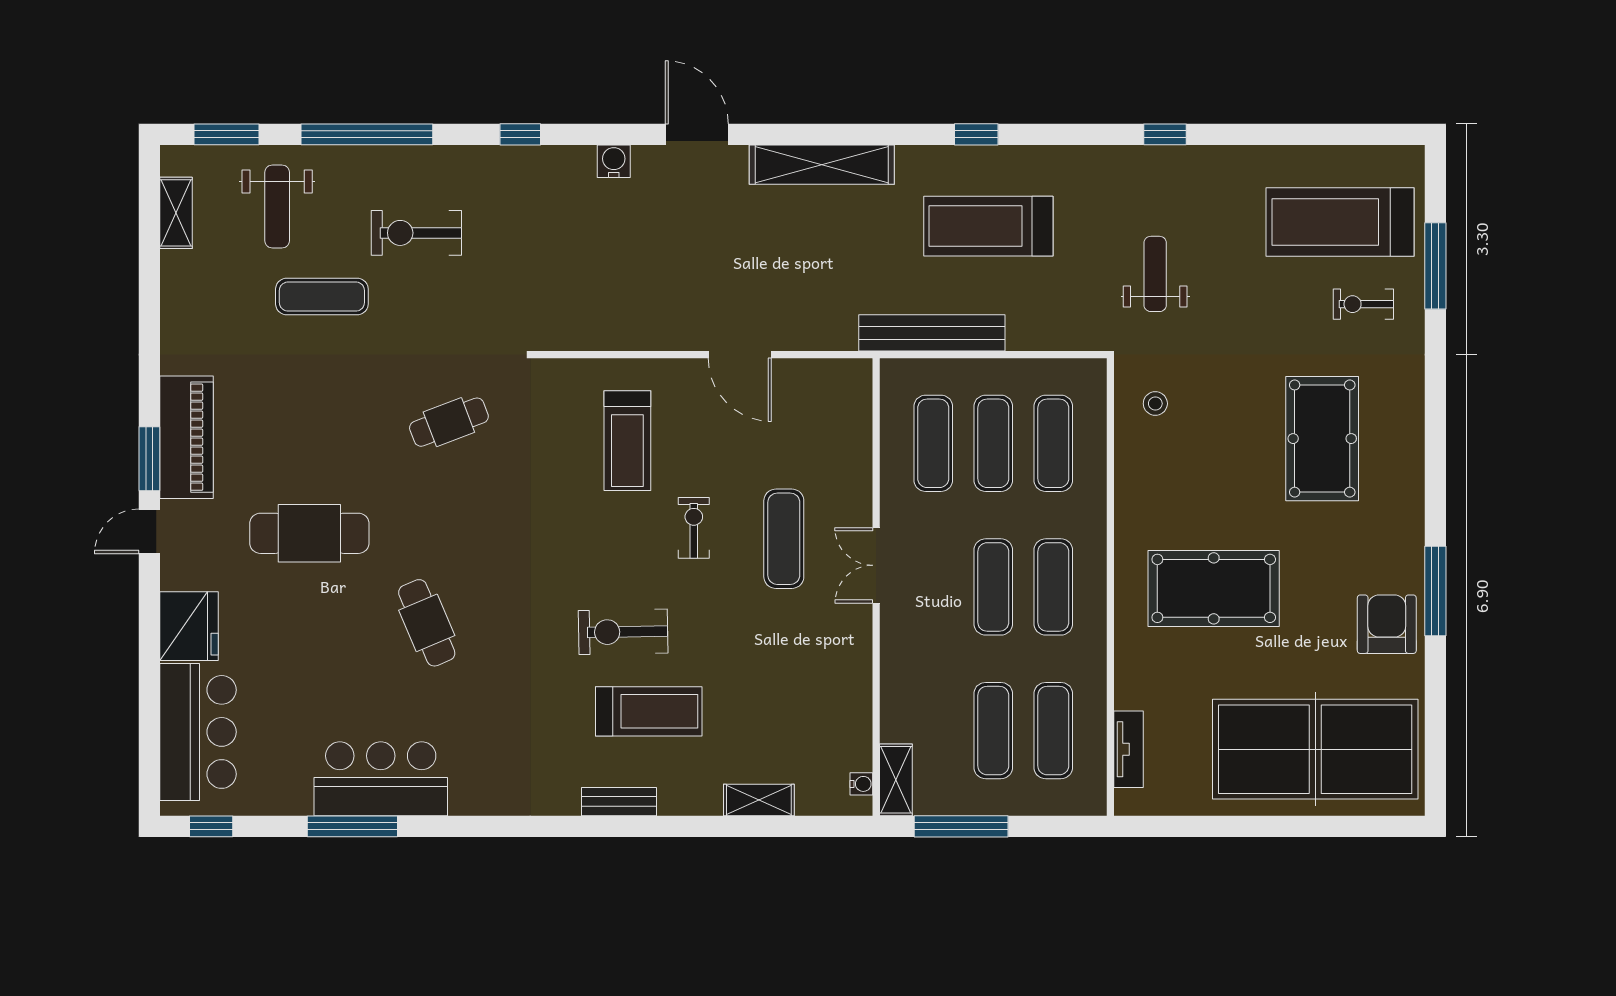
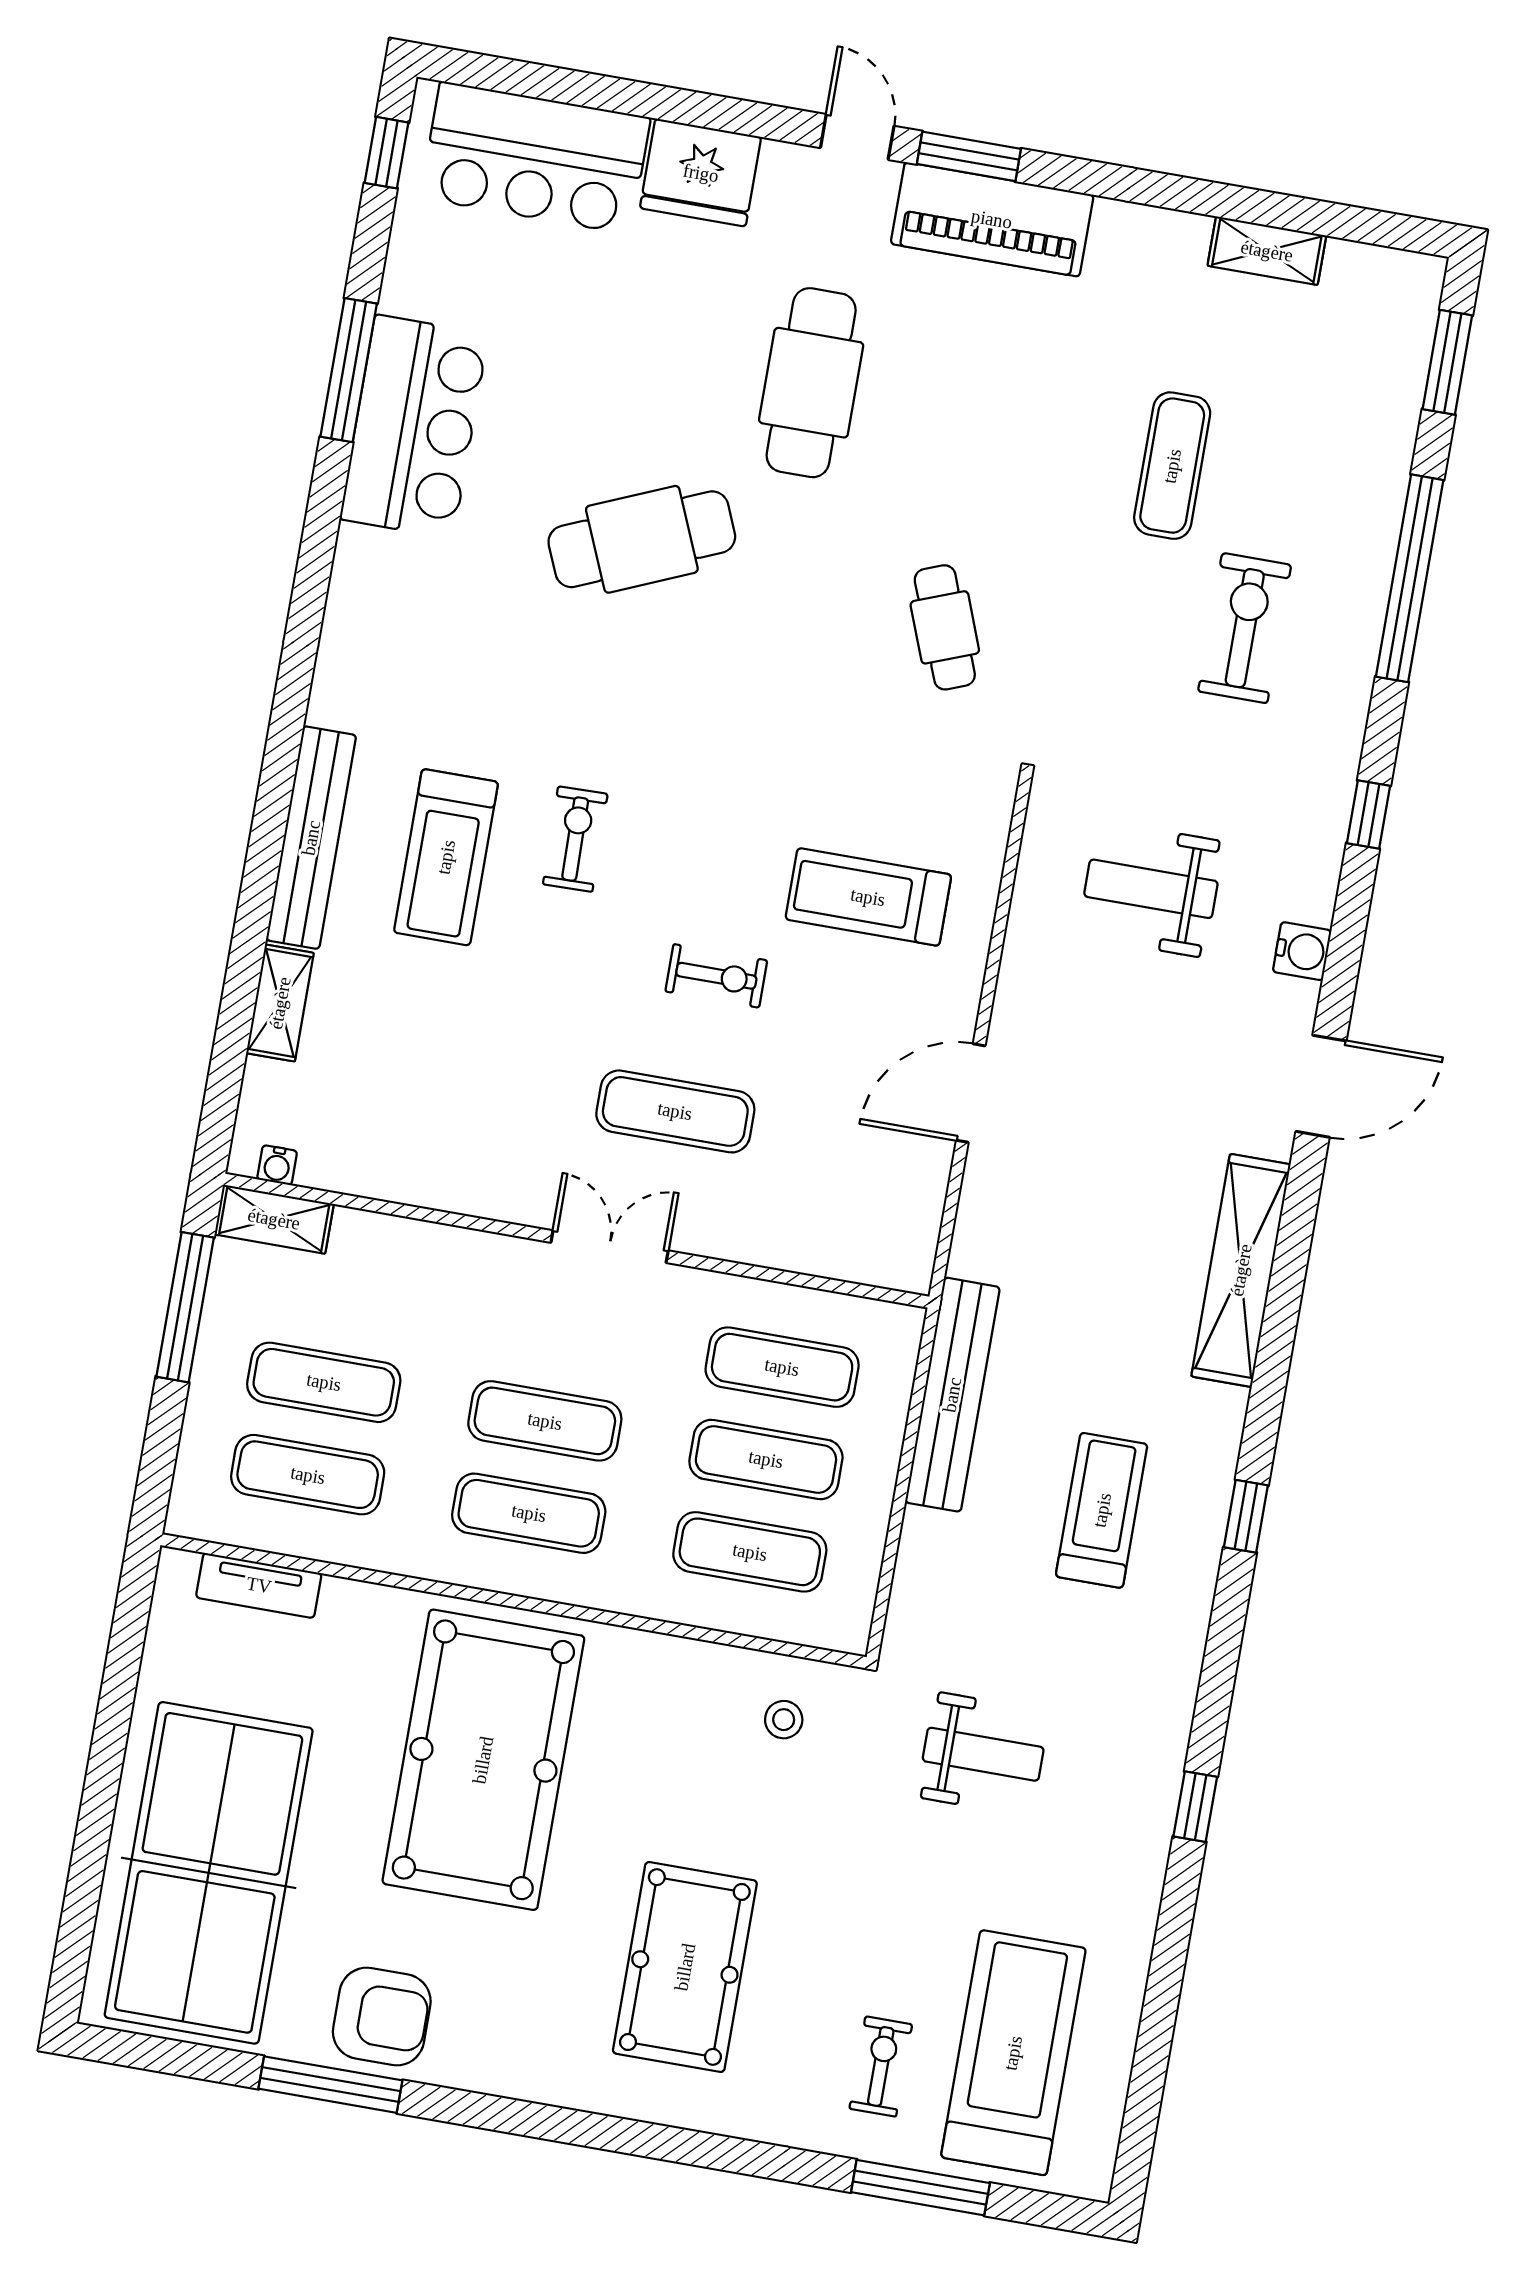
weight bench: (277, 207) -> (1151, 889), moved
shelving: (176, 213) -> (1267, 251), moved
treadmill: (988, 226) -> (1102, 1510), width x0.73, depth x0.73
pool table: (1322, 439) -> (685, 1967), turned 90
pool table: (1214, 588) -> (483, 1760), width x1.36, depth x1.32
window: (1435, 591) -> (330, 2085), moved
cafe table: (427, 623) -> (642, 539), width x1.37, depth x1.35
exercise bike: (623, 632) -> (575, 839), width x0.73, depth x0.72
bench: (619, 802) -> (311, 838), width x1.86, depth x1.21

